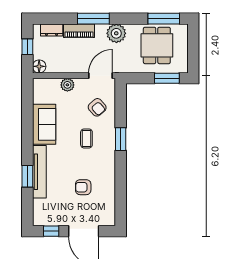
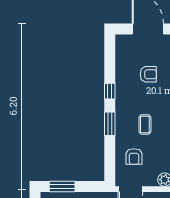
armchair: (97, 107) -> (134, 157), turned -139
window: (121, 171) -> (110, 91), added

